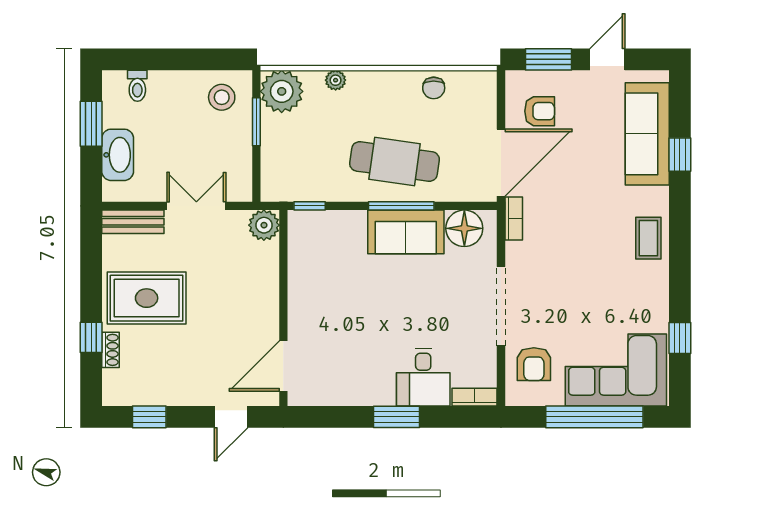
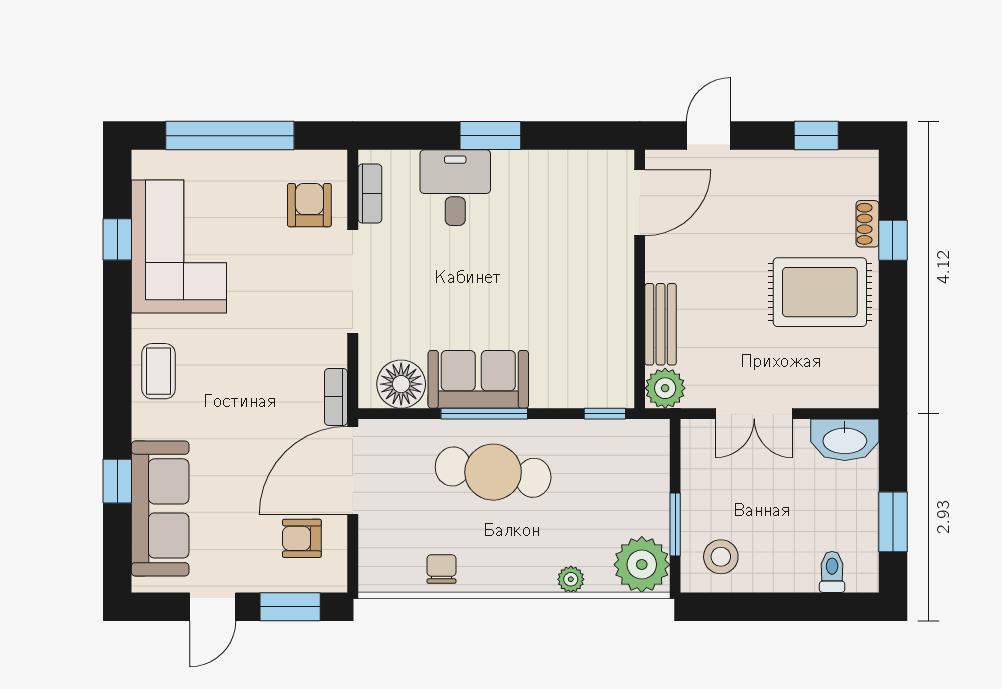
washbasin: (118, 155) -> (845, 440), moved, turned -90
bench: (133, 222) -> (661, 324), moved, turned 90
corner sofa: (616, 370) -> (179, 247), moved, turned -90
bookcase: (475, 397) -> (370, 194), moved, turned -90

